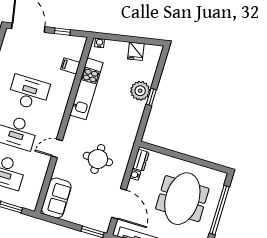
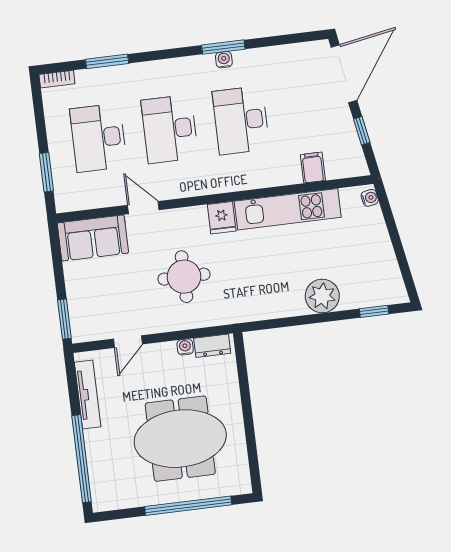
fridge: (136, 51) -> (222, 218), moved, turned -80
desk: (29, 93) -> (241, 120), turned 180
window: (151, 97) -> (374, 311), moved
door: (57, 148) -> (143, 208), moved
door: (119, 204) -> (128, 342), width x0.53

